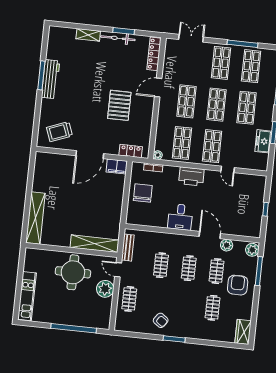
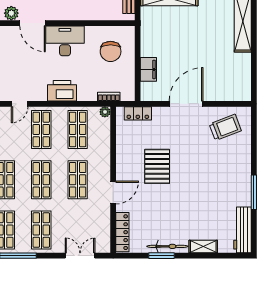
double door: (191, 38) -> (80, 256), swing flipped
workbench: (50, 79) -> (243, 230), moved
filing cabinet: (117, 167) -> (148, 69), moved, turned 90
door: (228, 169) -> (20, 104), swing flipped
chair: (143, 193) -> (111, 51), moved
desk: (180, 217) -> (65, 41), width x1.37

